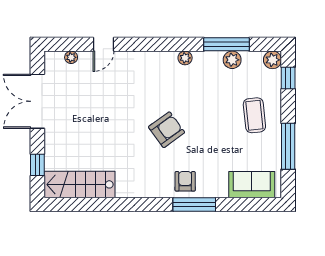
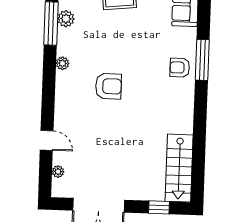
armchair: (167, 130) -> (108, 86), moved, turned 126

